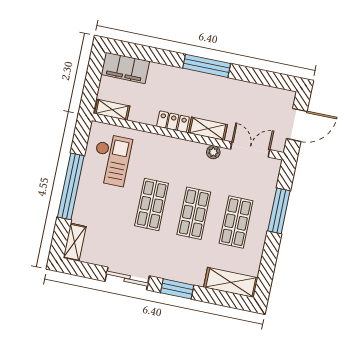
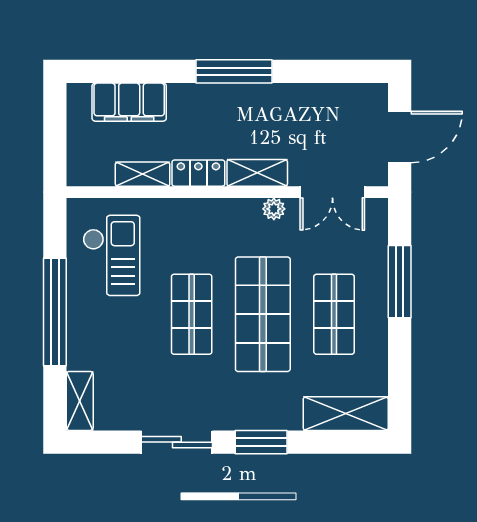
filing cabinet: (125, 68) -> (129, 102), moved
shelving: (112, 110) -> (143, 174), moved
double door: (250, 149) -> (332, 192), swing flipped
shop shelf: (194, 213) -> (263, 314), width x1.43, depth x1.36

